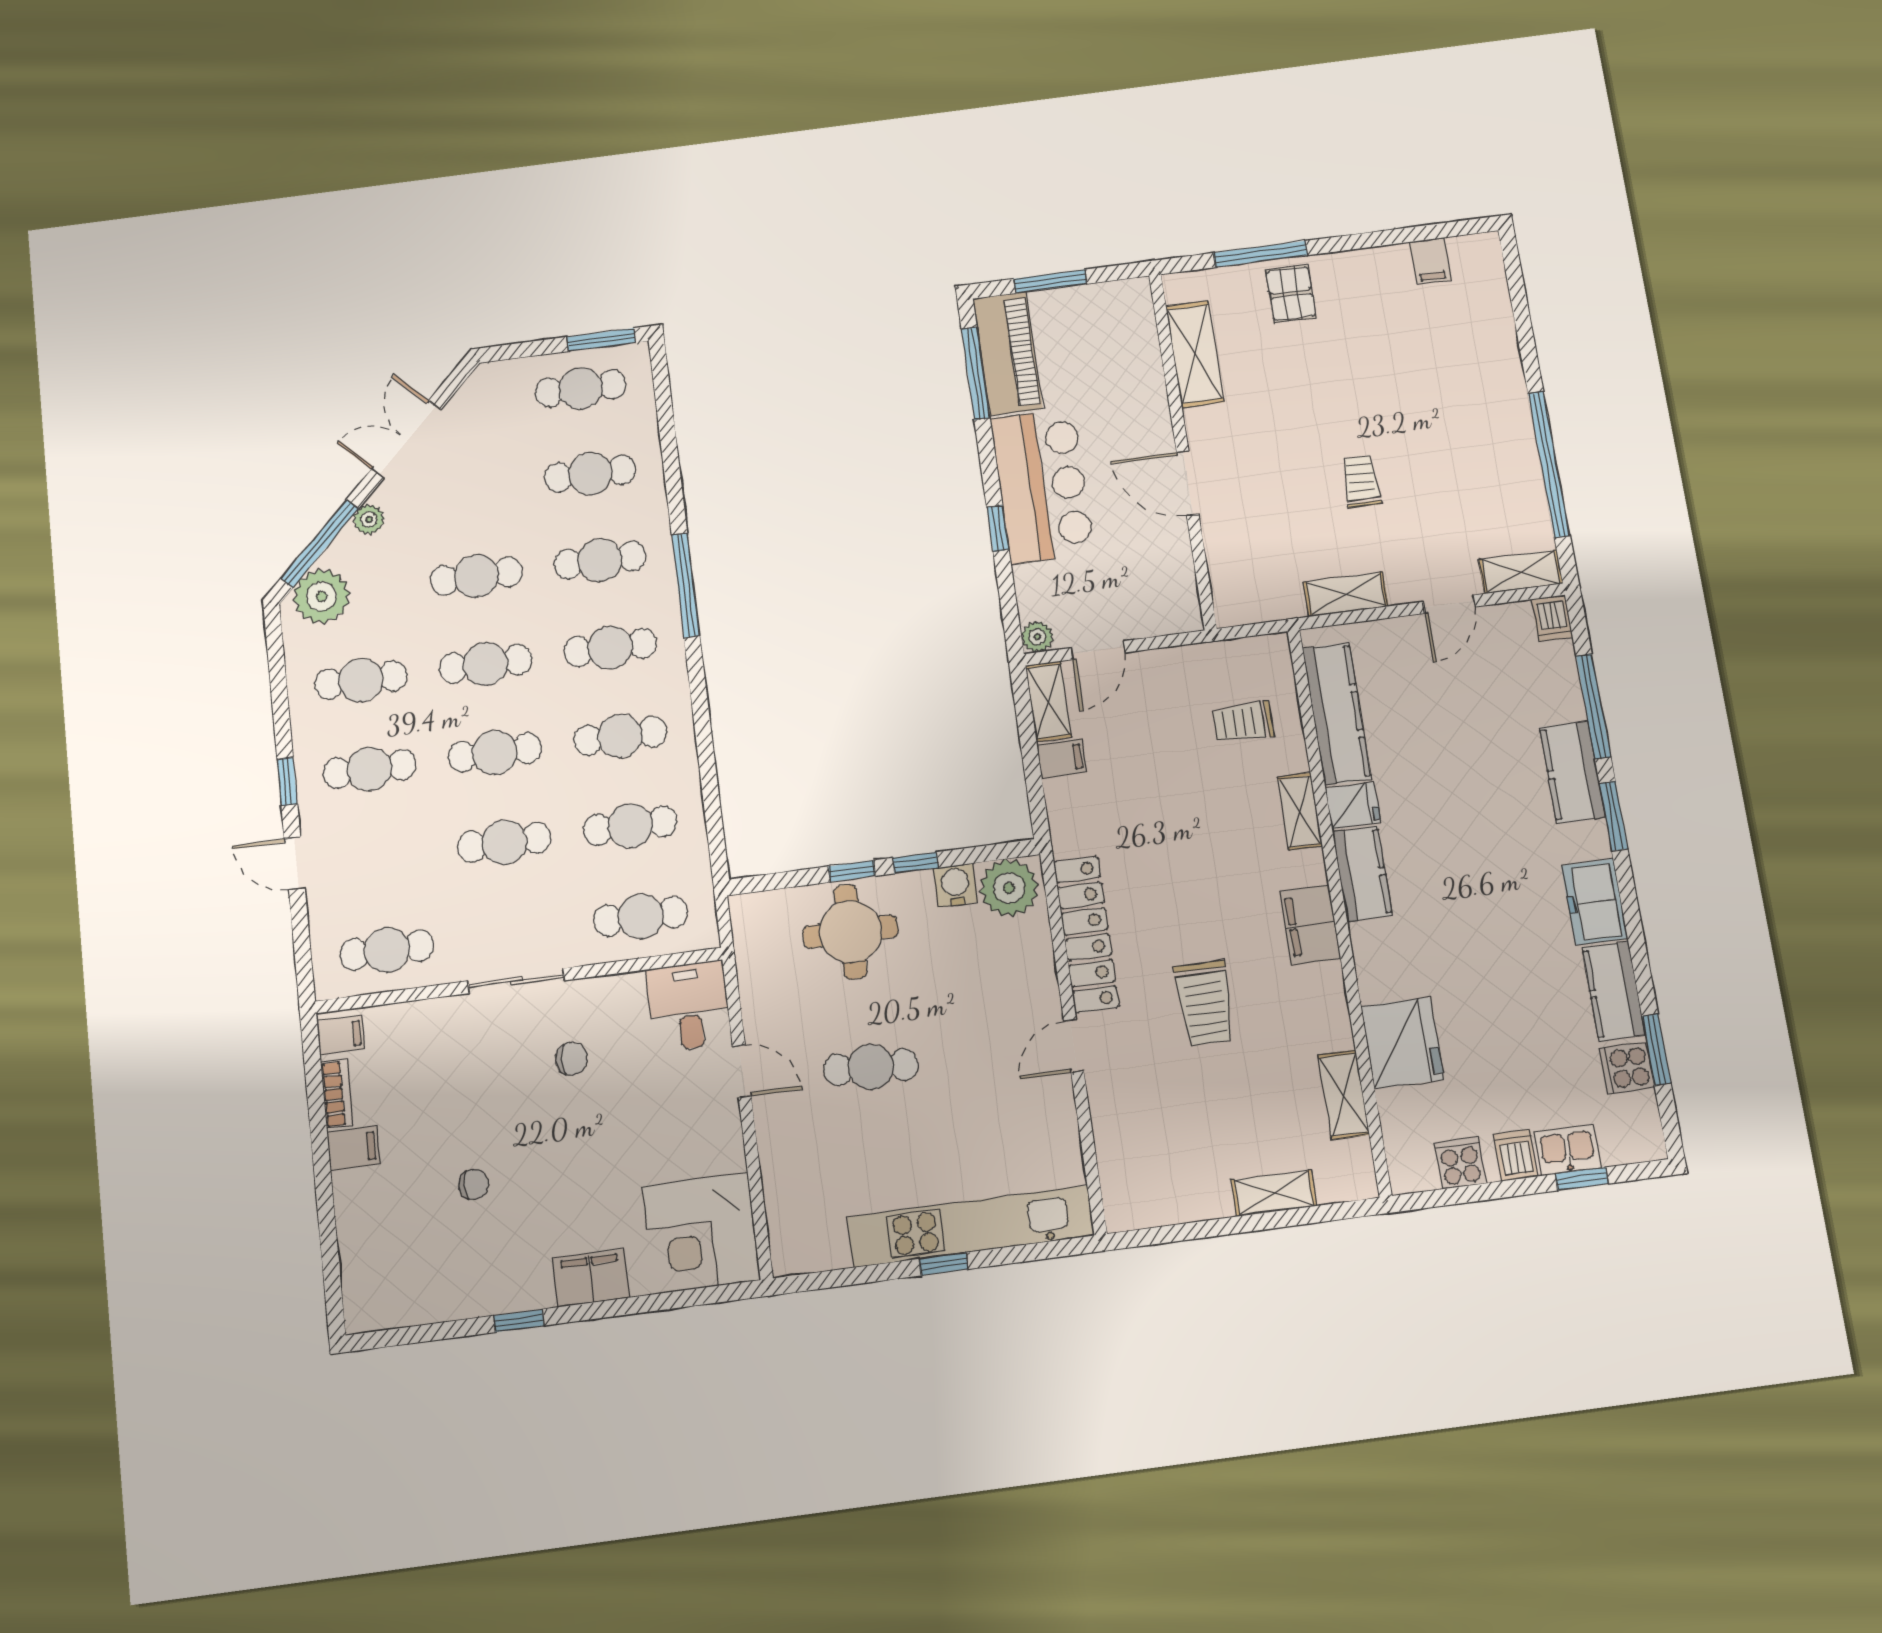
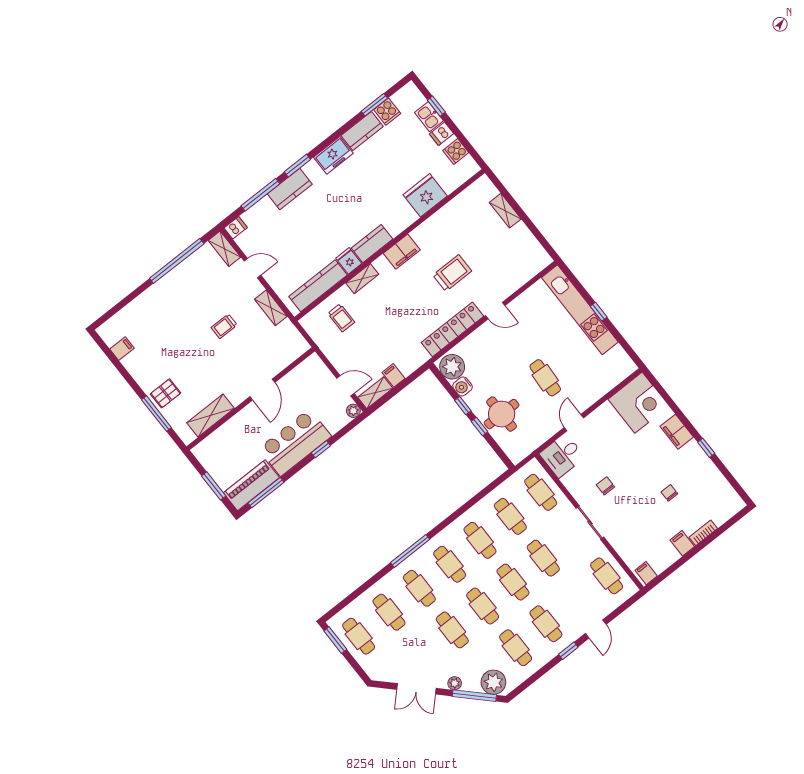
bookcase: (337, 1094) -> (703, 533), moved
shelving: (1344, 1095) -> (456, 206), removed

